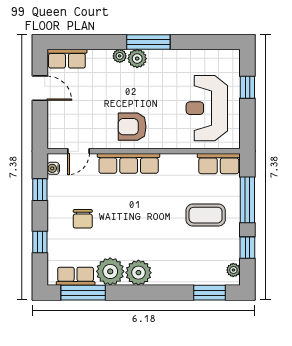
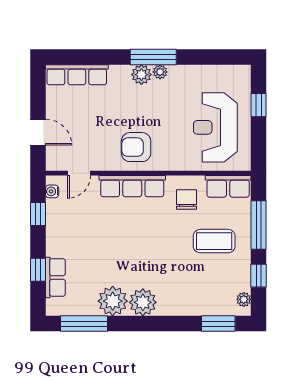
plant: (120, 56) -> (160, 72), moved
row of seats: (67, 59) -> (77, 75), width x1.48
door: (40, 88) -> (38, 132), moved
chair: (83, 219) -> (187, 200), moved, turned 180
row of seats: (76, 276) -> (55, 278), moved, turned 90

